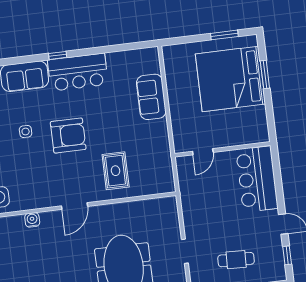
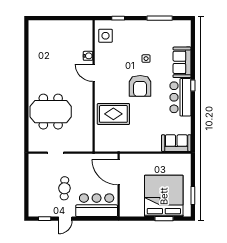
sofa: (151, 97) -> (176, 143), moved
door: (203, 152) -> (119, 172), width x1.87
rug: (116, 171) -> (113, 114), width x1.36, depth x1.43
door: (74, 206) -> (94, 73), moved
cafe table: (236, 260) -> (64, 188), moved

